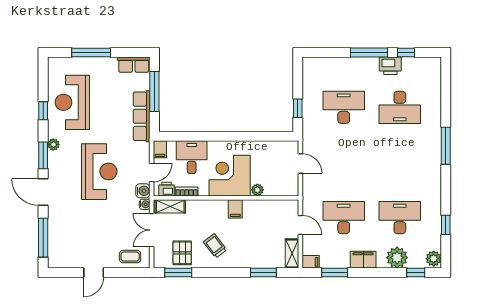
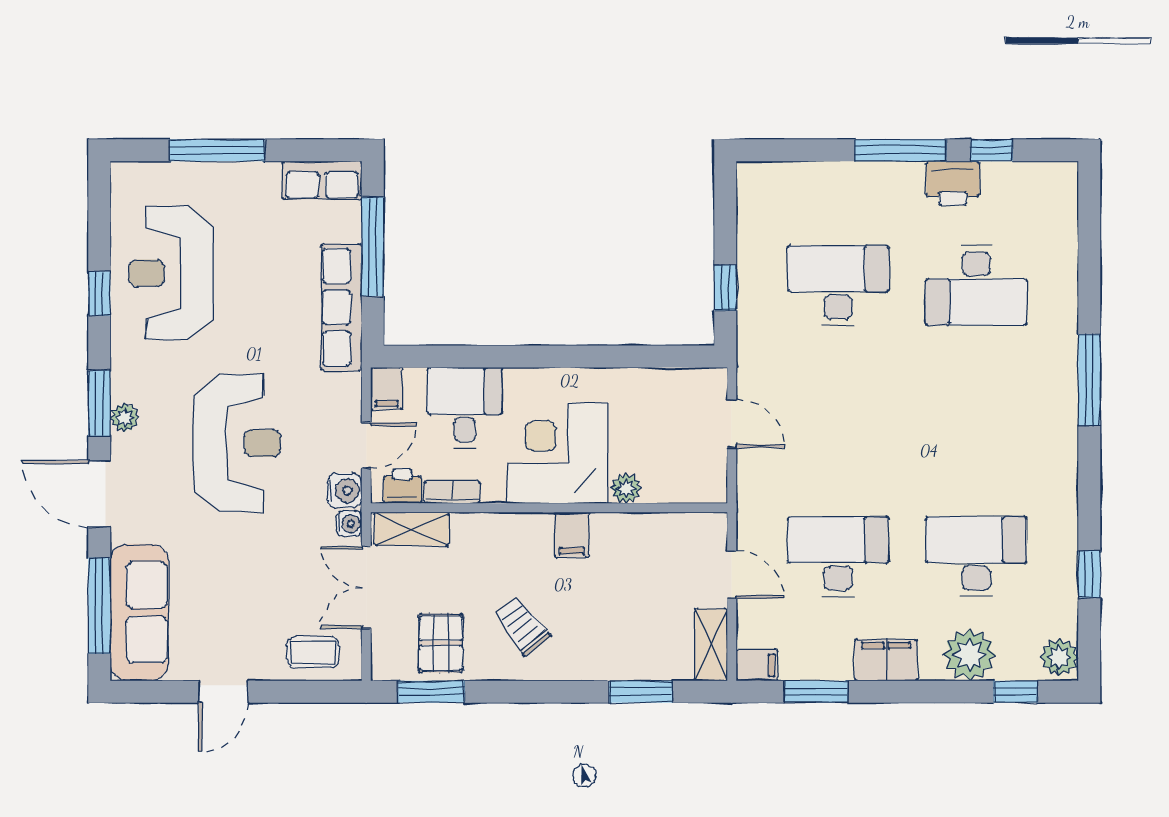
plant: (53, 144) -> (125, 418), moved
sofa: (59, 240) -> (139, 612), added

